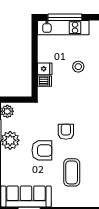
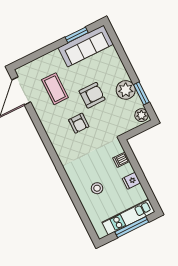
fridge: (45, 69) -> (131, 181), moved
armchair: (42, 150) -> (92, 95), turned 180

